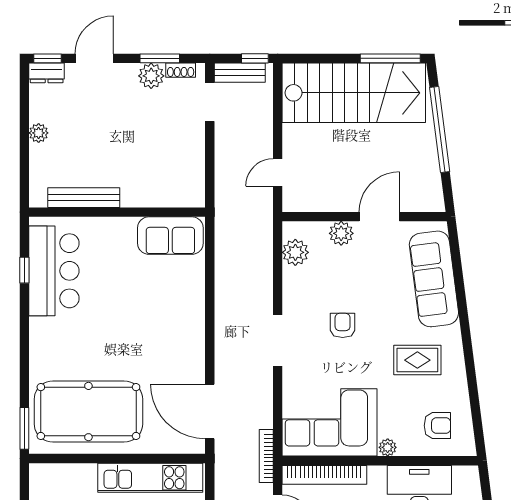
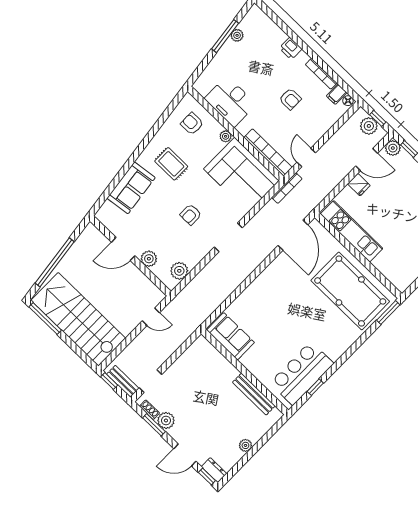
sofa: (434, 279) -> (131, 188), width x0.73

